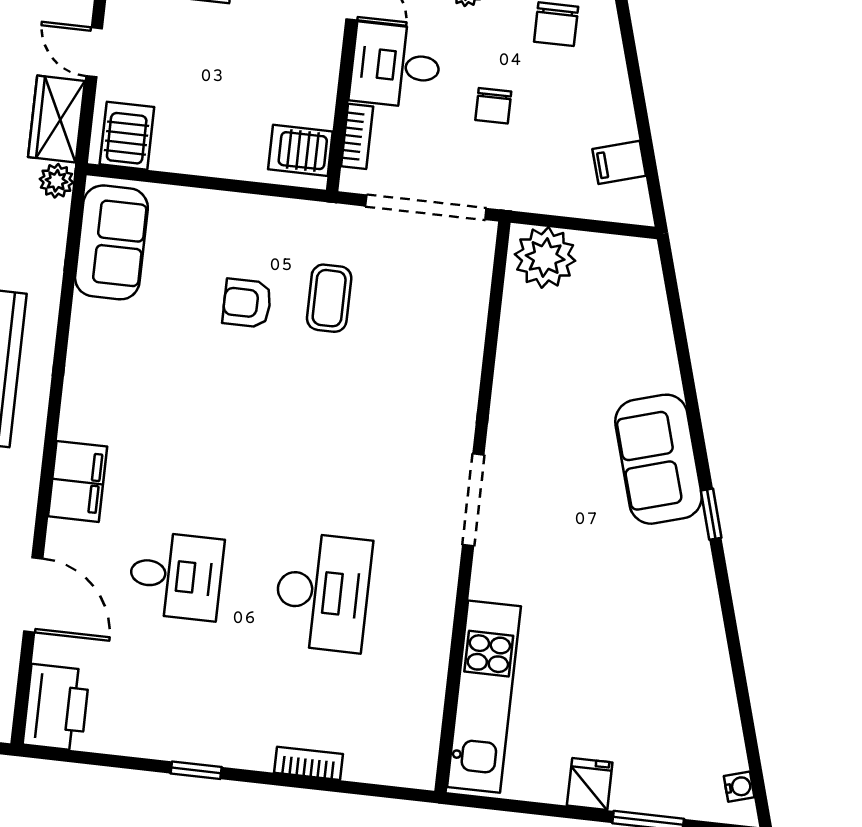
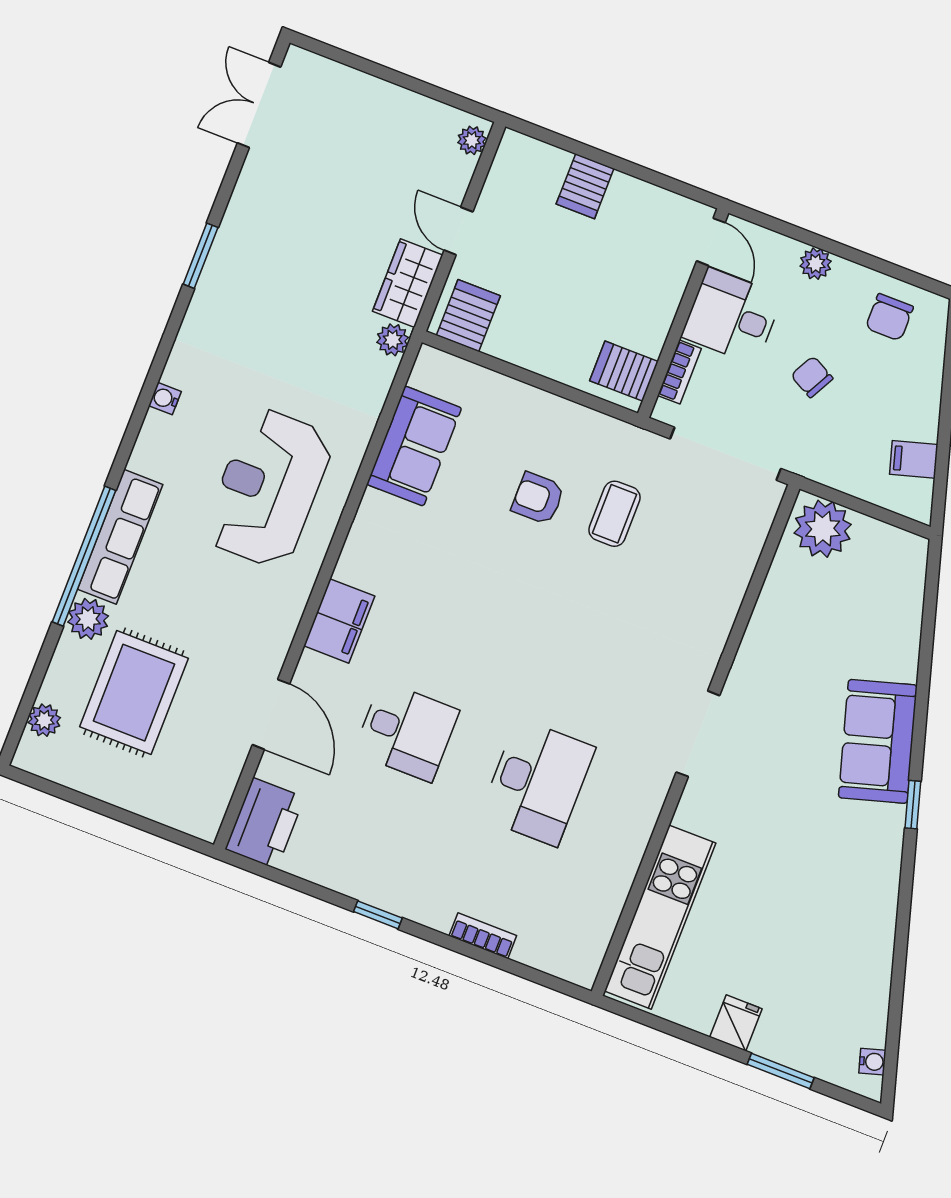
chair: (493, 106) -> (812, 377), turned 118
sofa: (111, 242) -> (414, 446), moved

